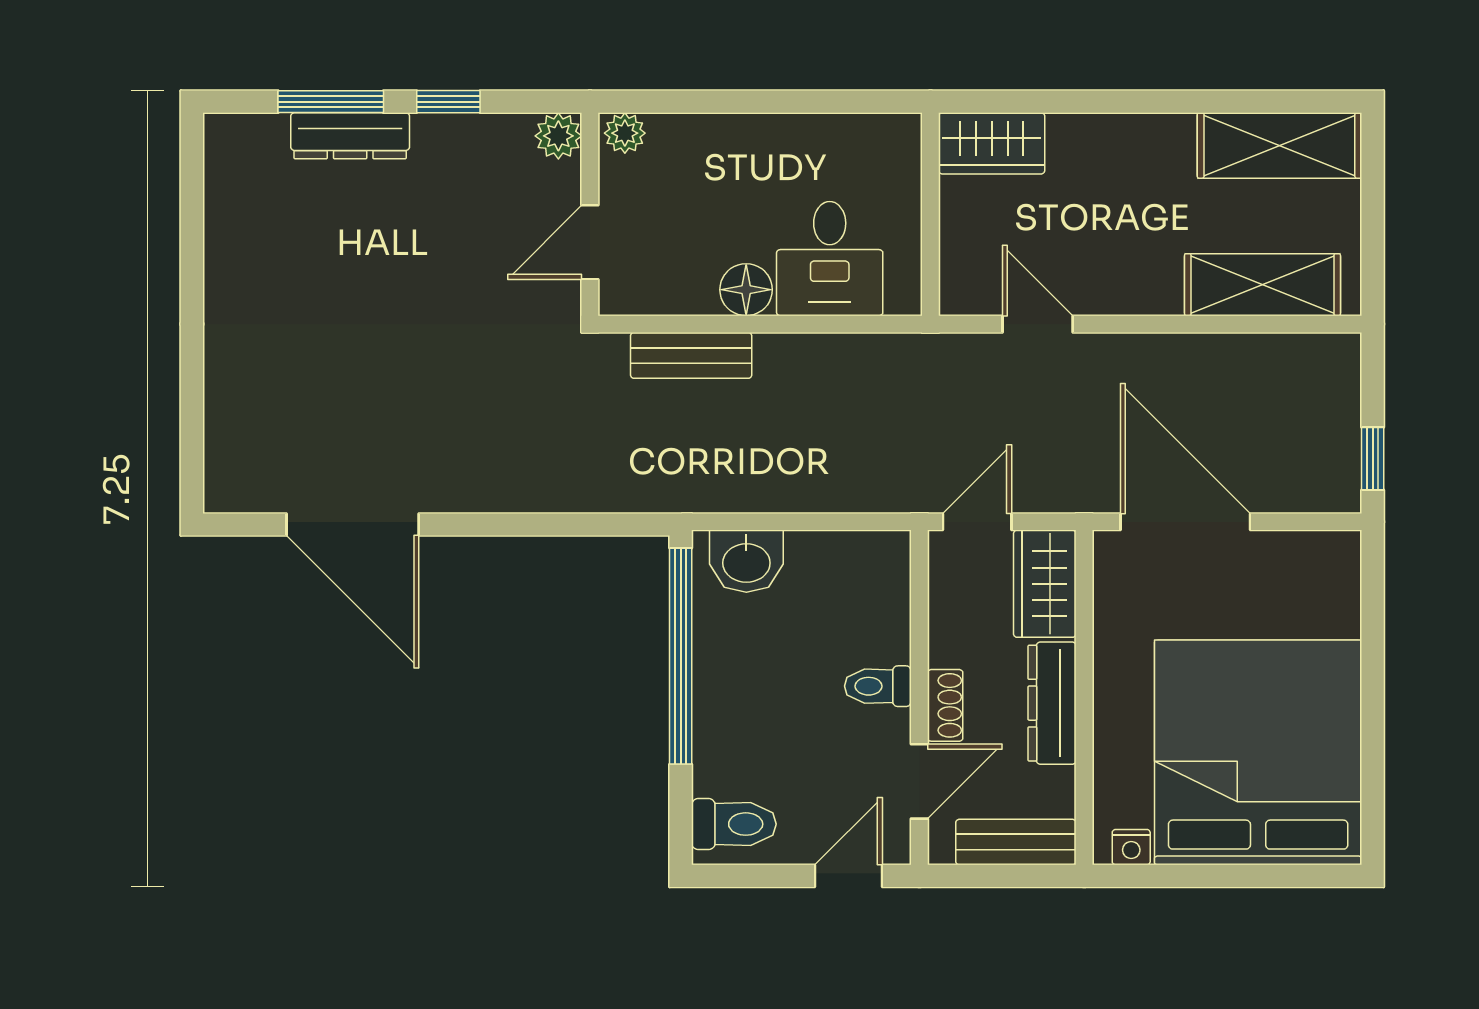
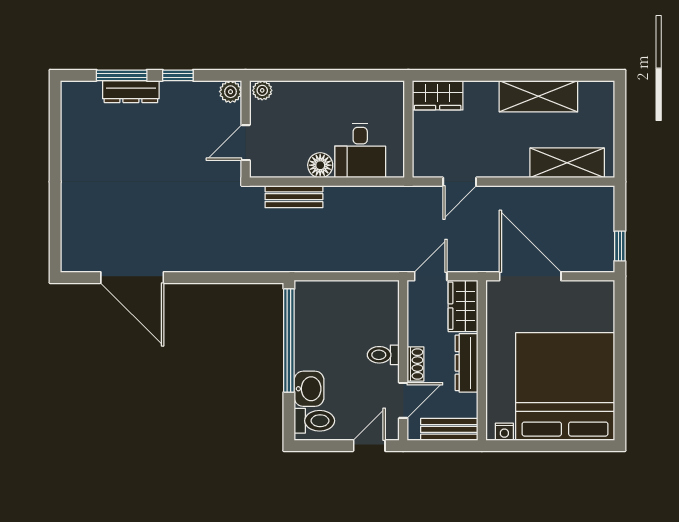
shelving: (1279, 145) -> (538, 96), moved
door: (1038, 324) -> (460, 182), swing flipped
washbasin: (746, 561) -> (309, 389), moved, turned -90

